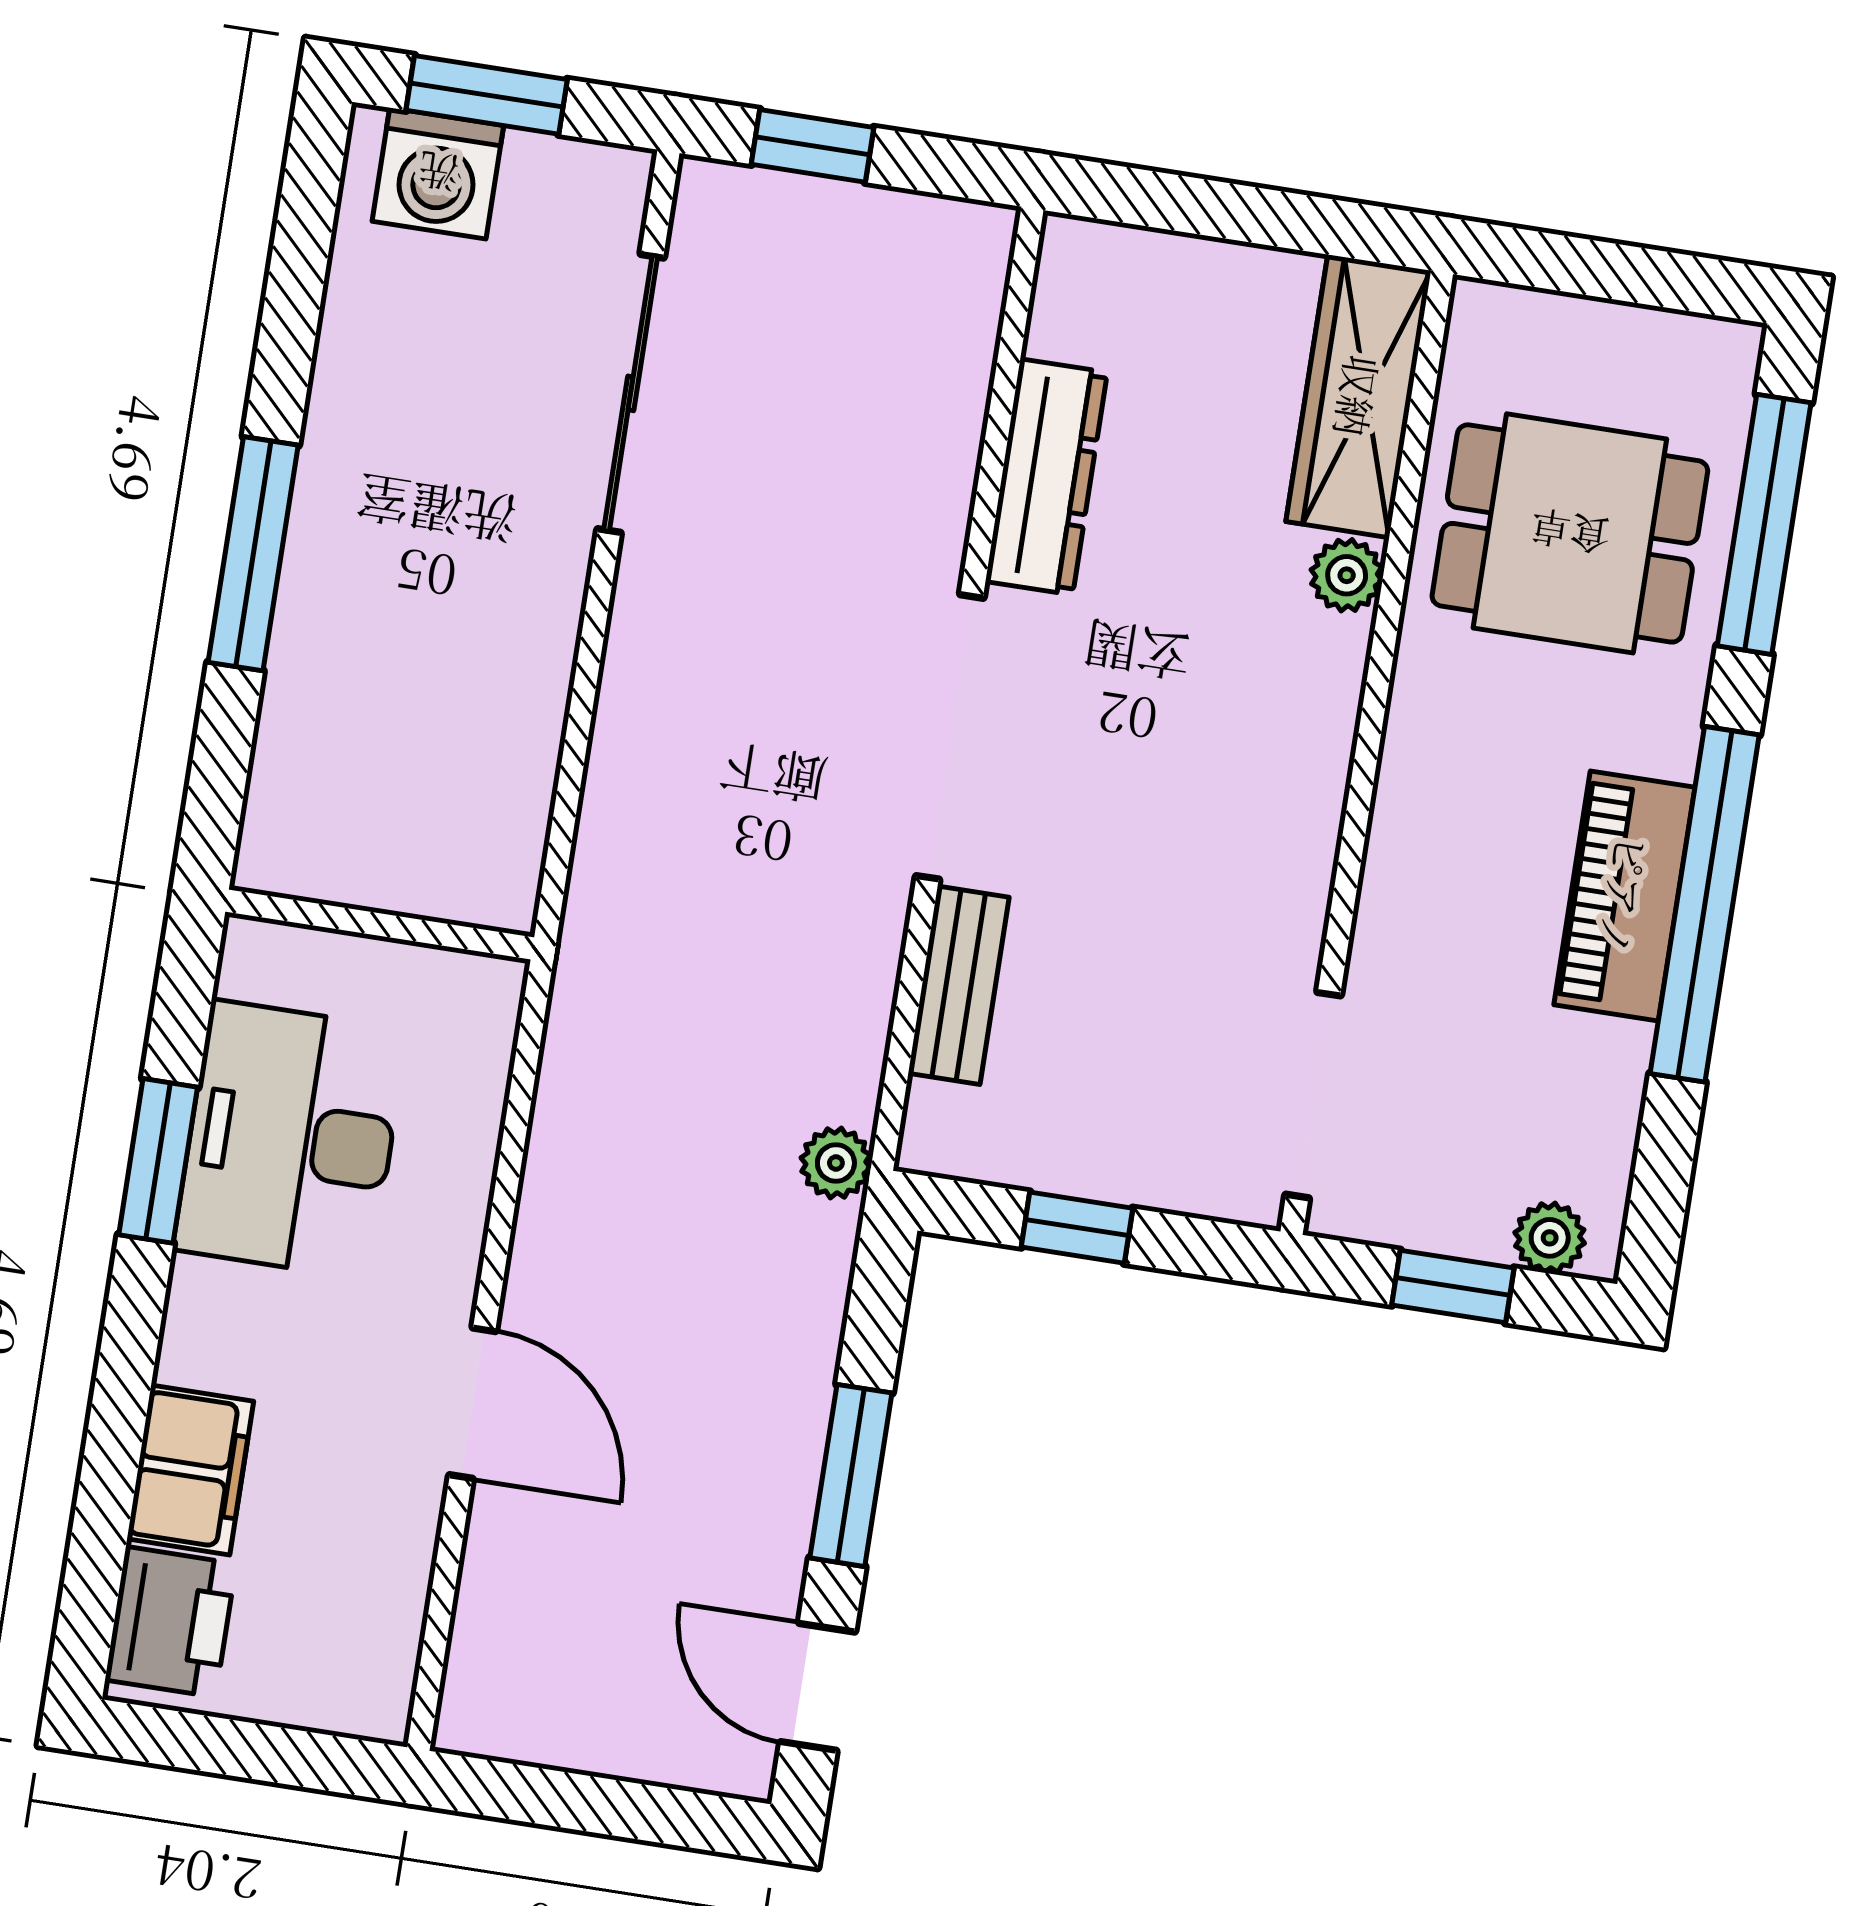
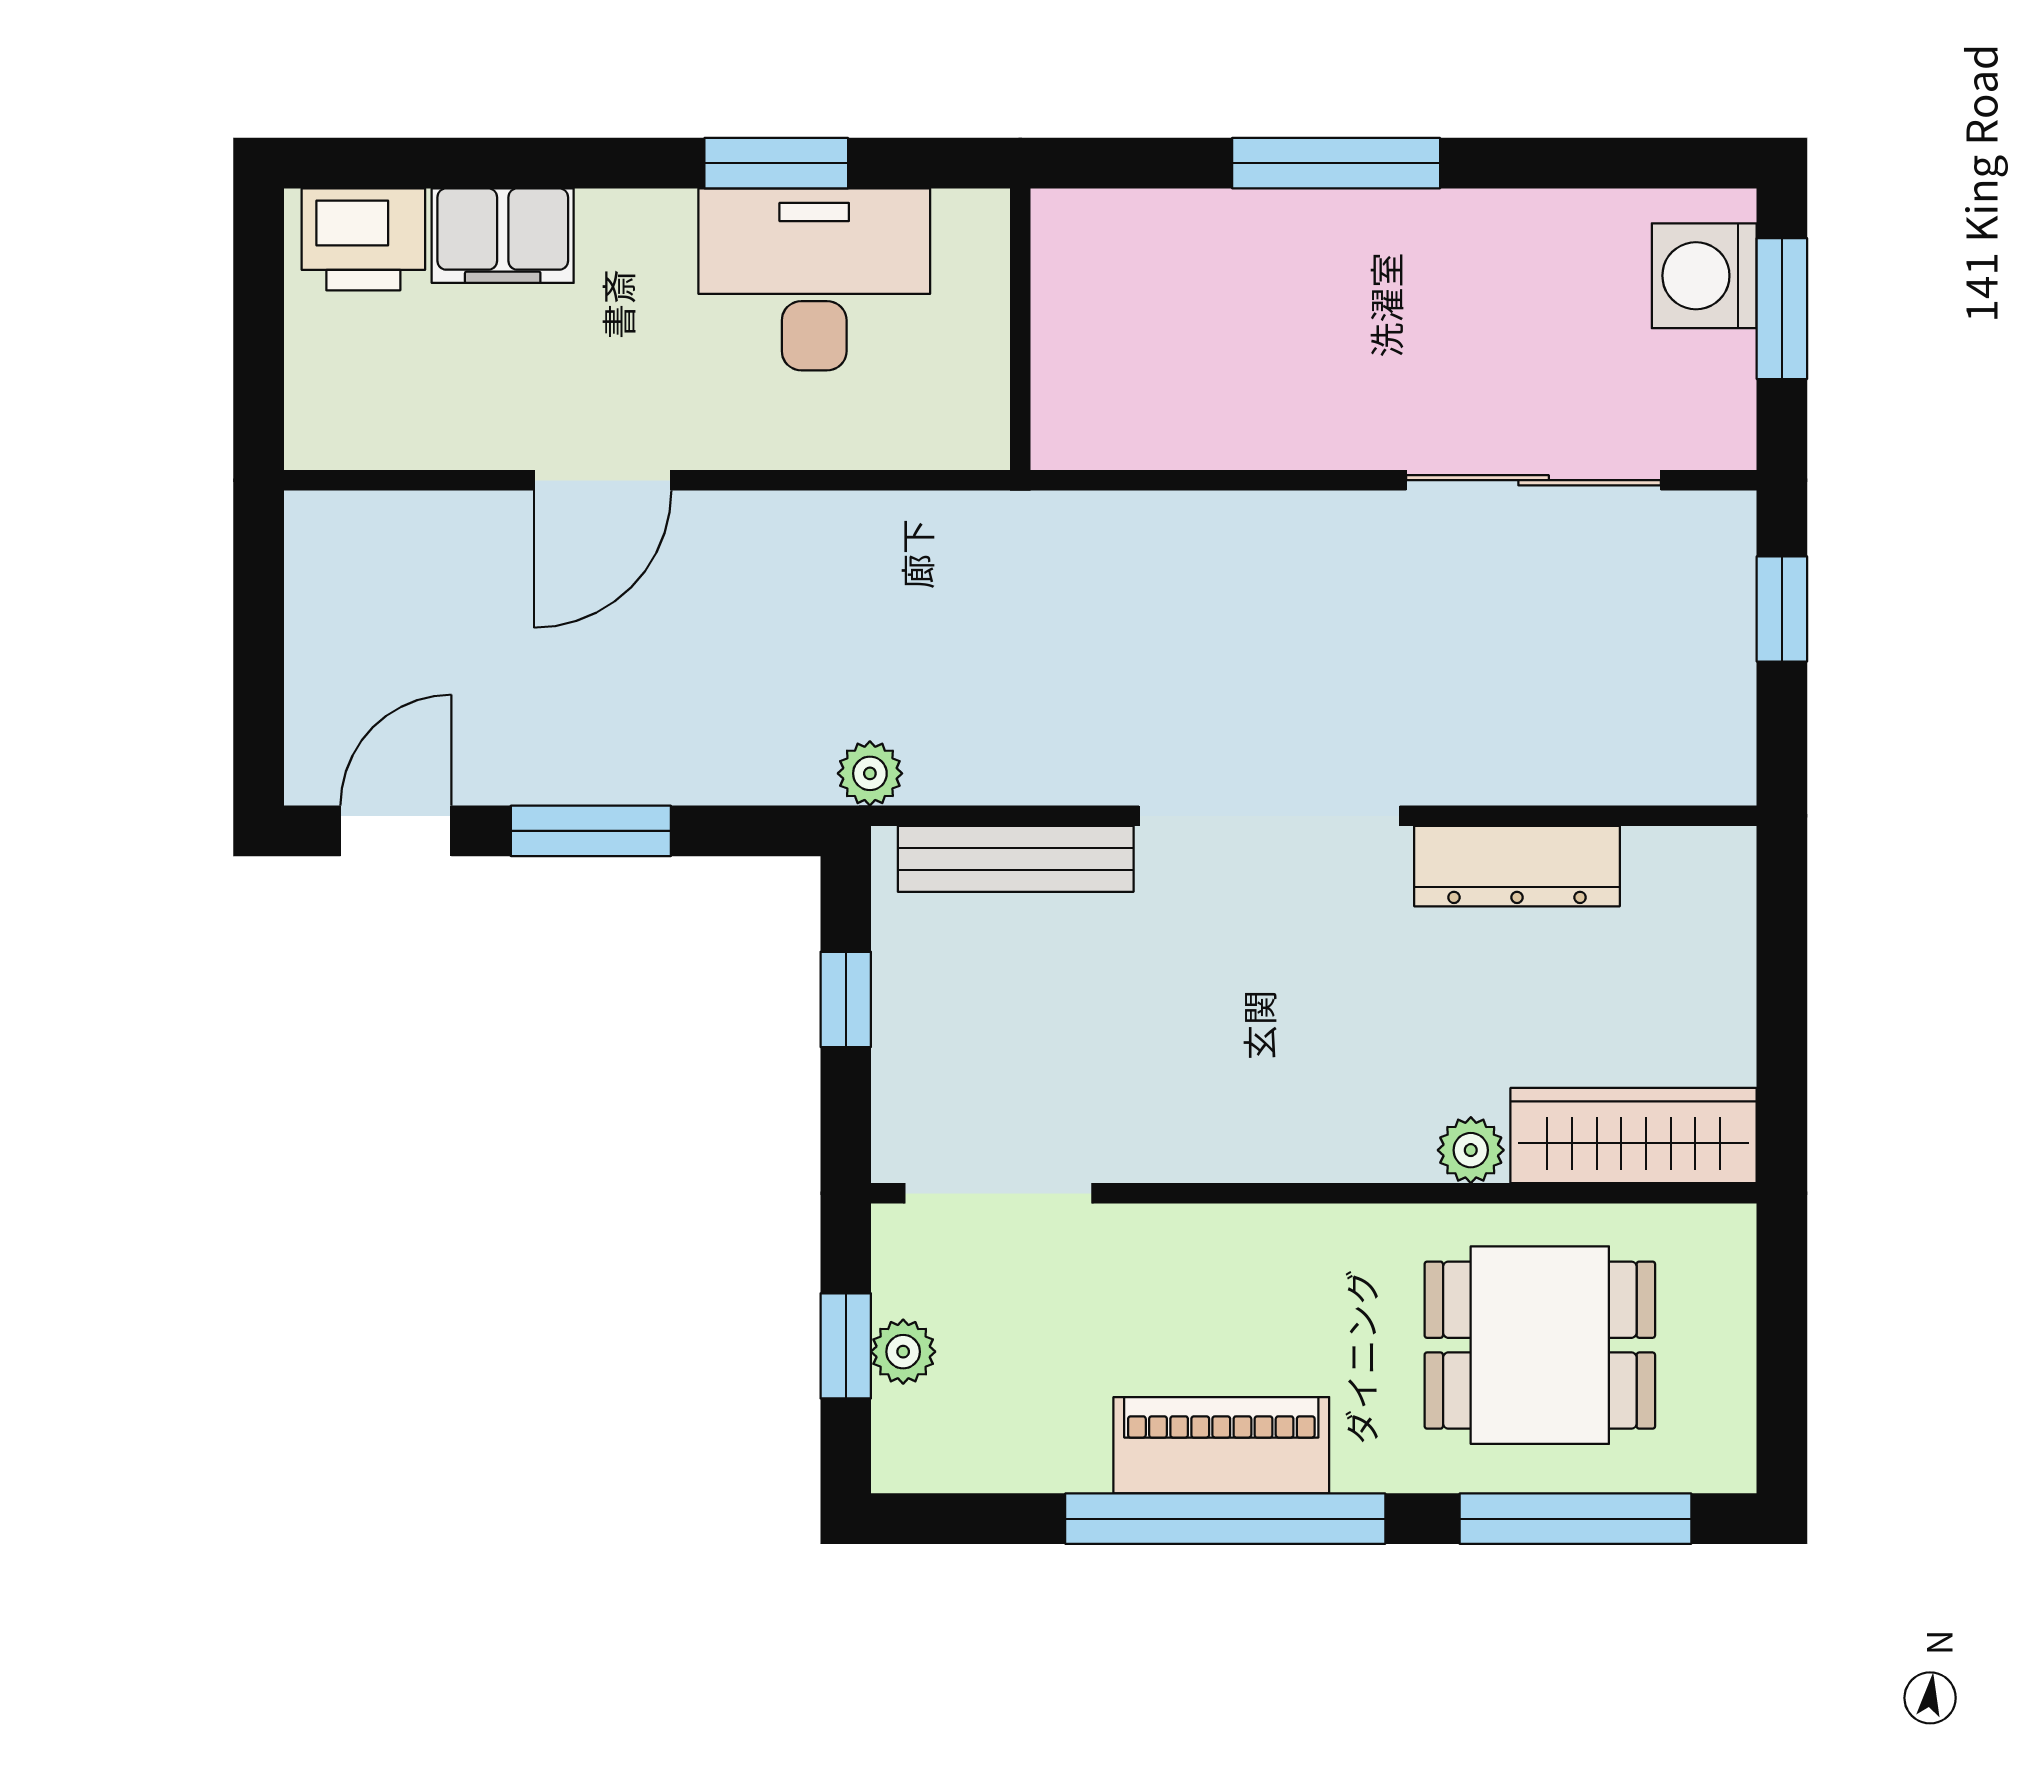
dining table: (1570, 533) -> (1540, 1345), turned 90
bench: (959, 985) -> (1016, 859), width x1.36
plant: (1550, 1238) -> (903, 1352), moved

